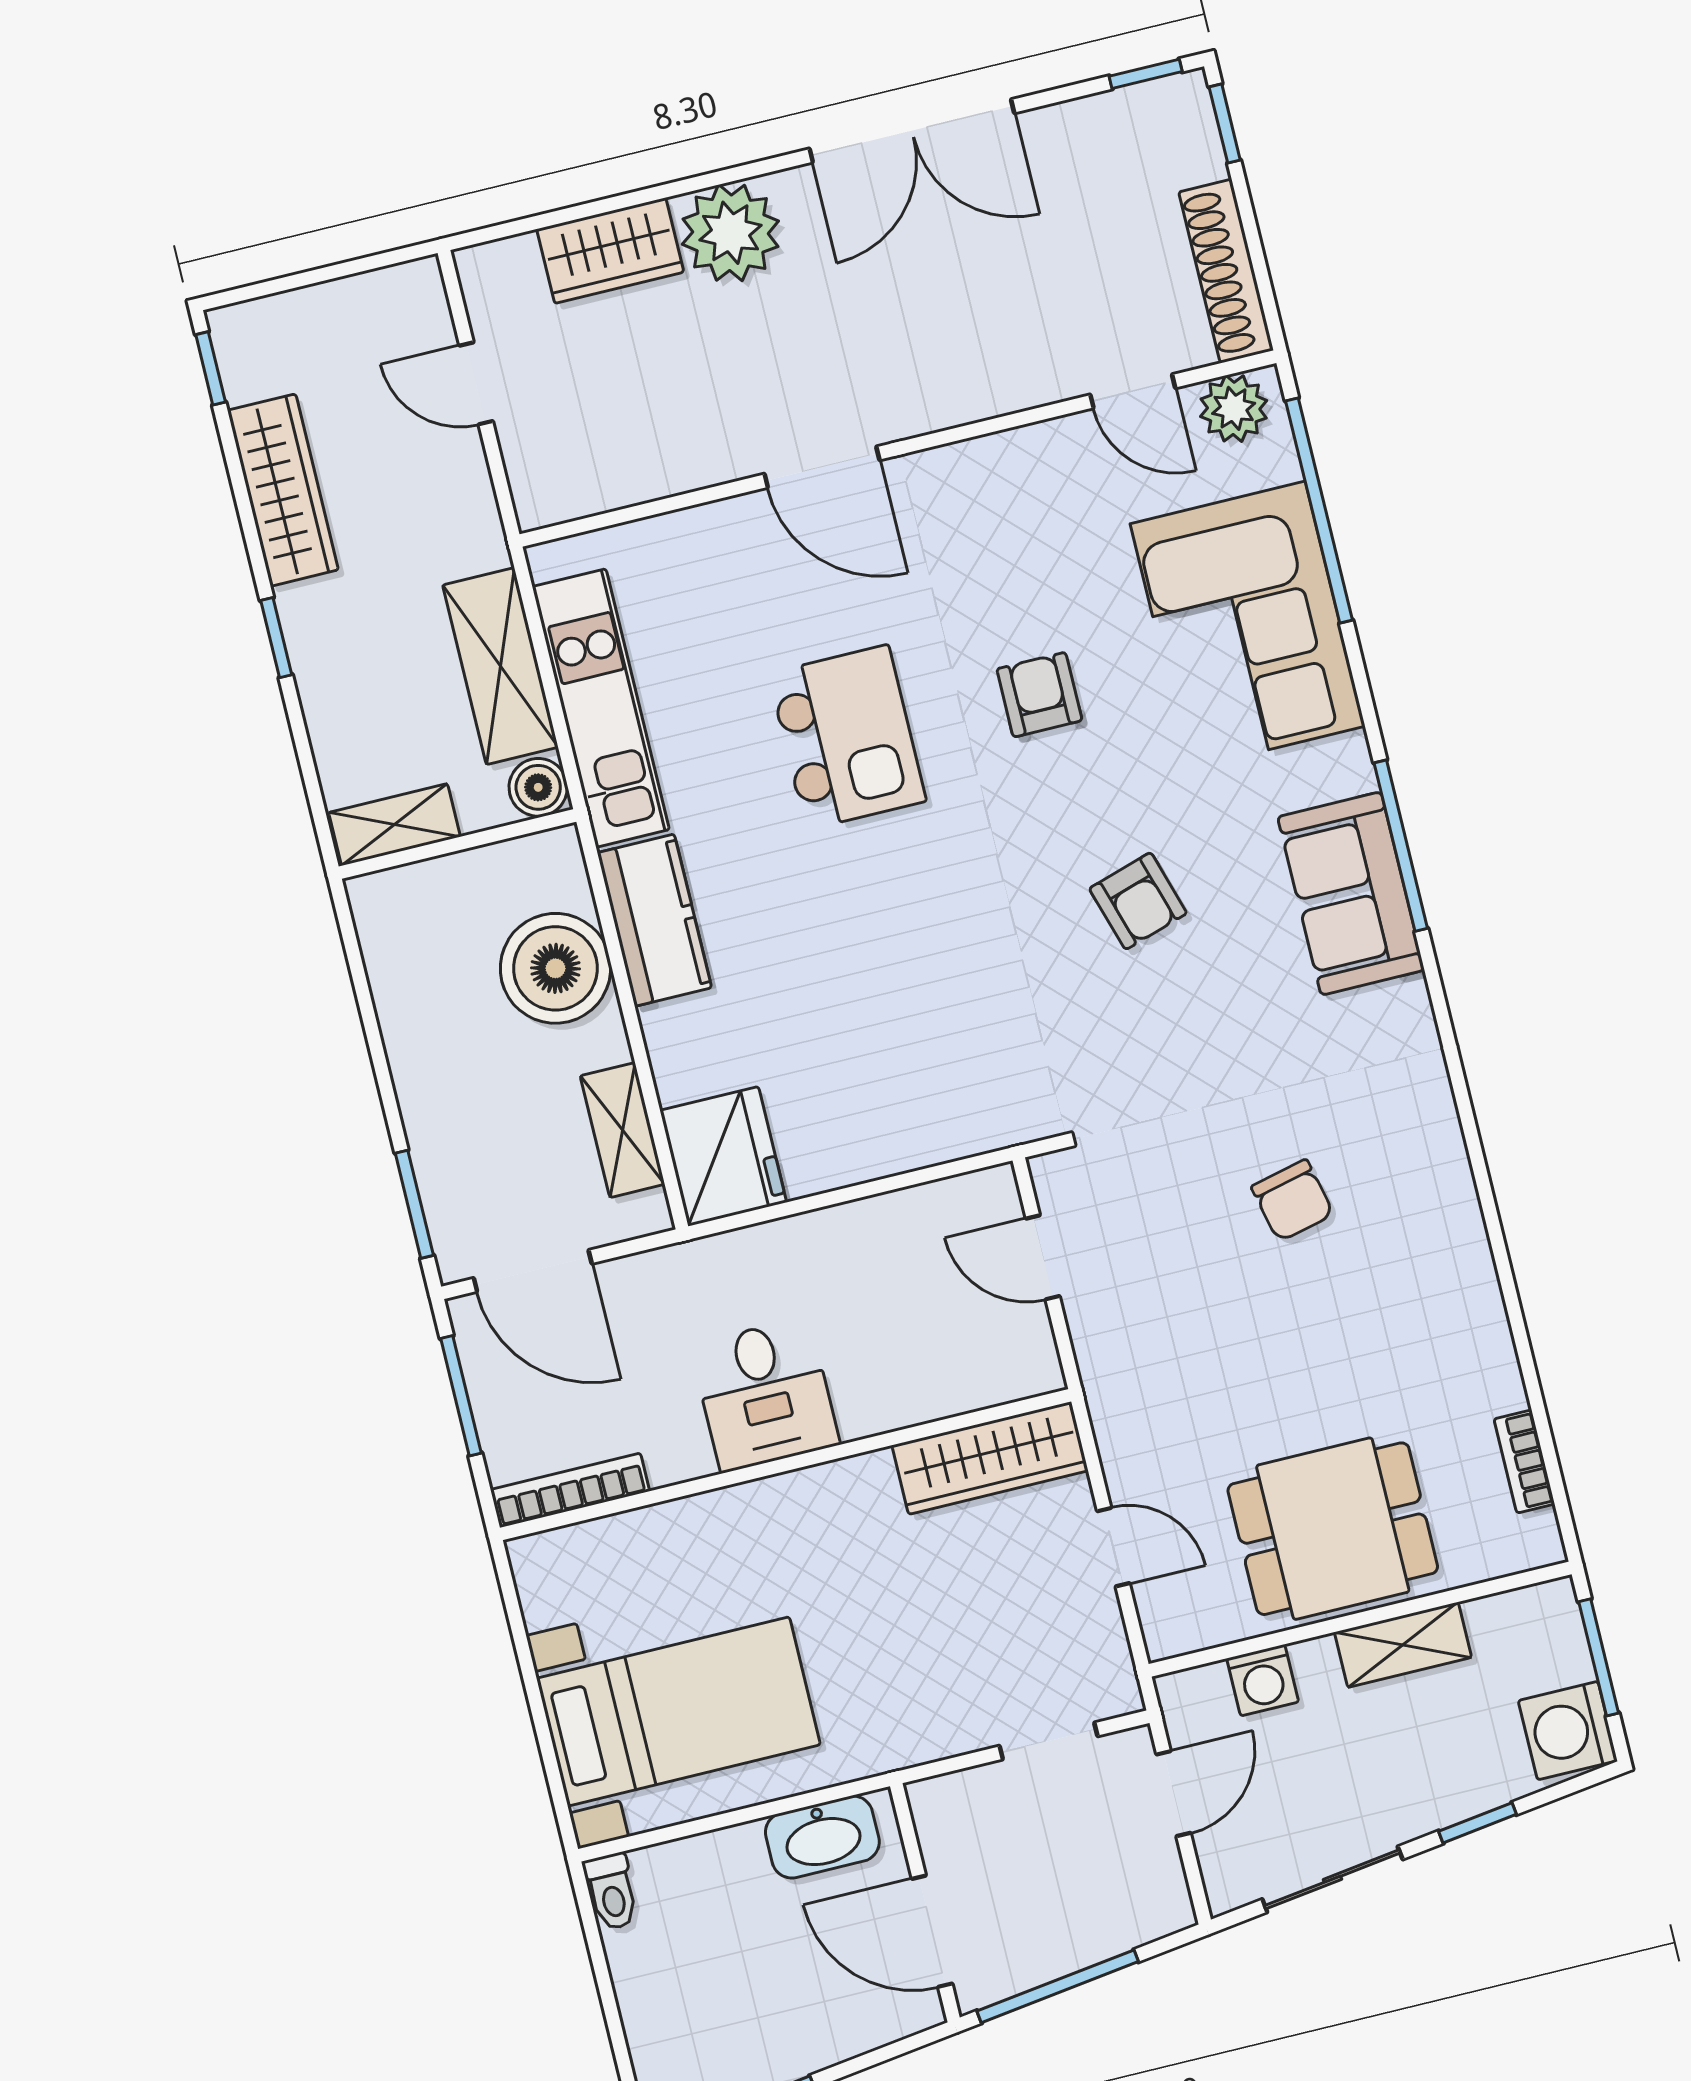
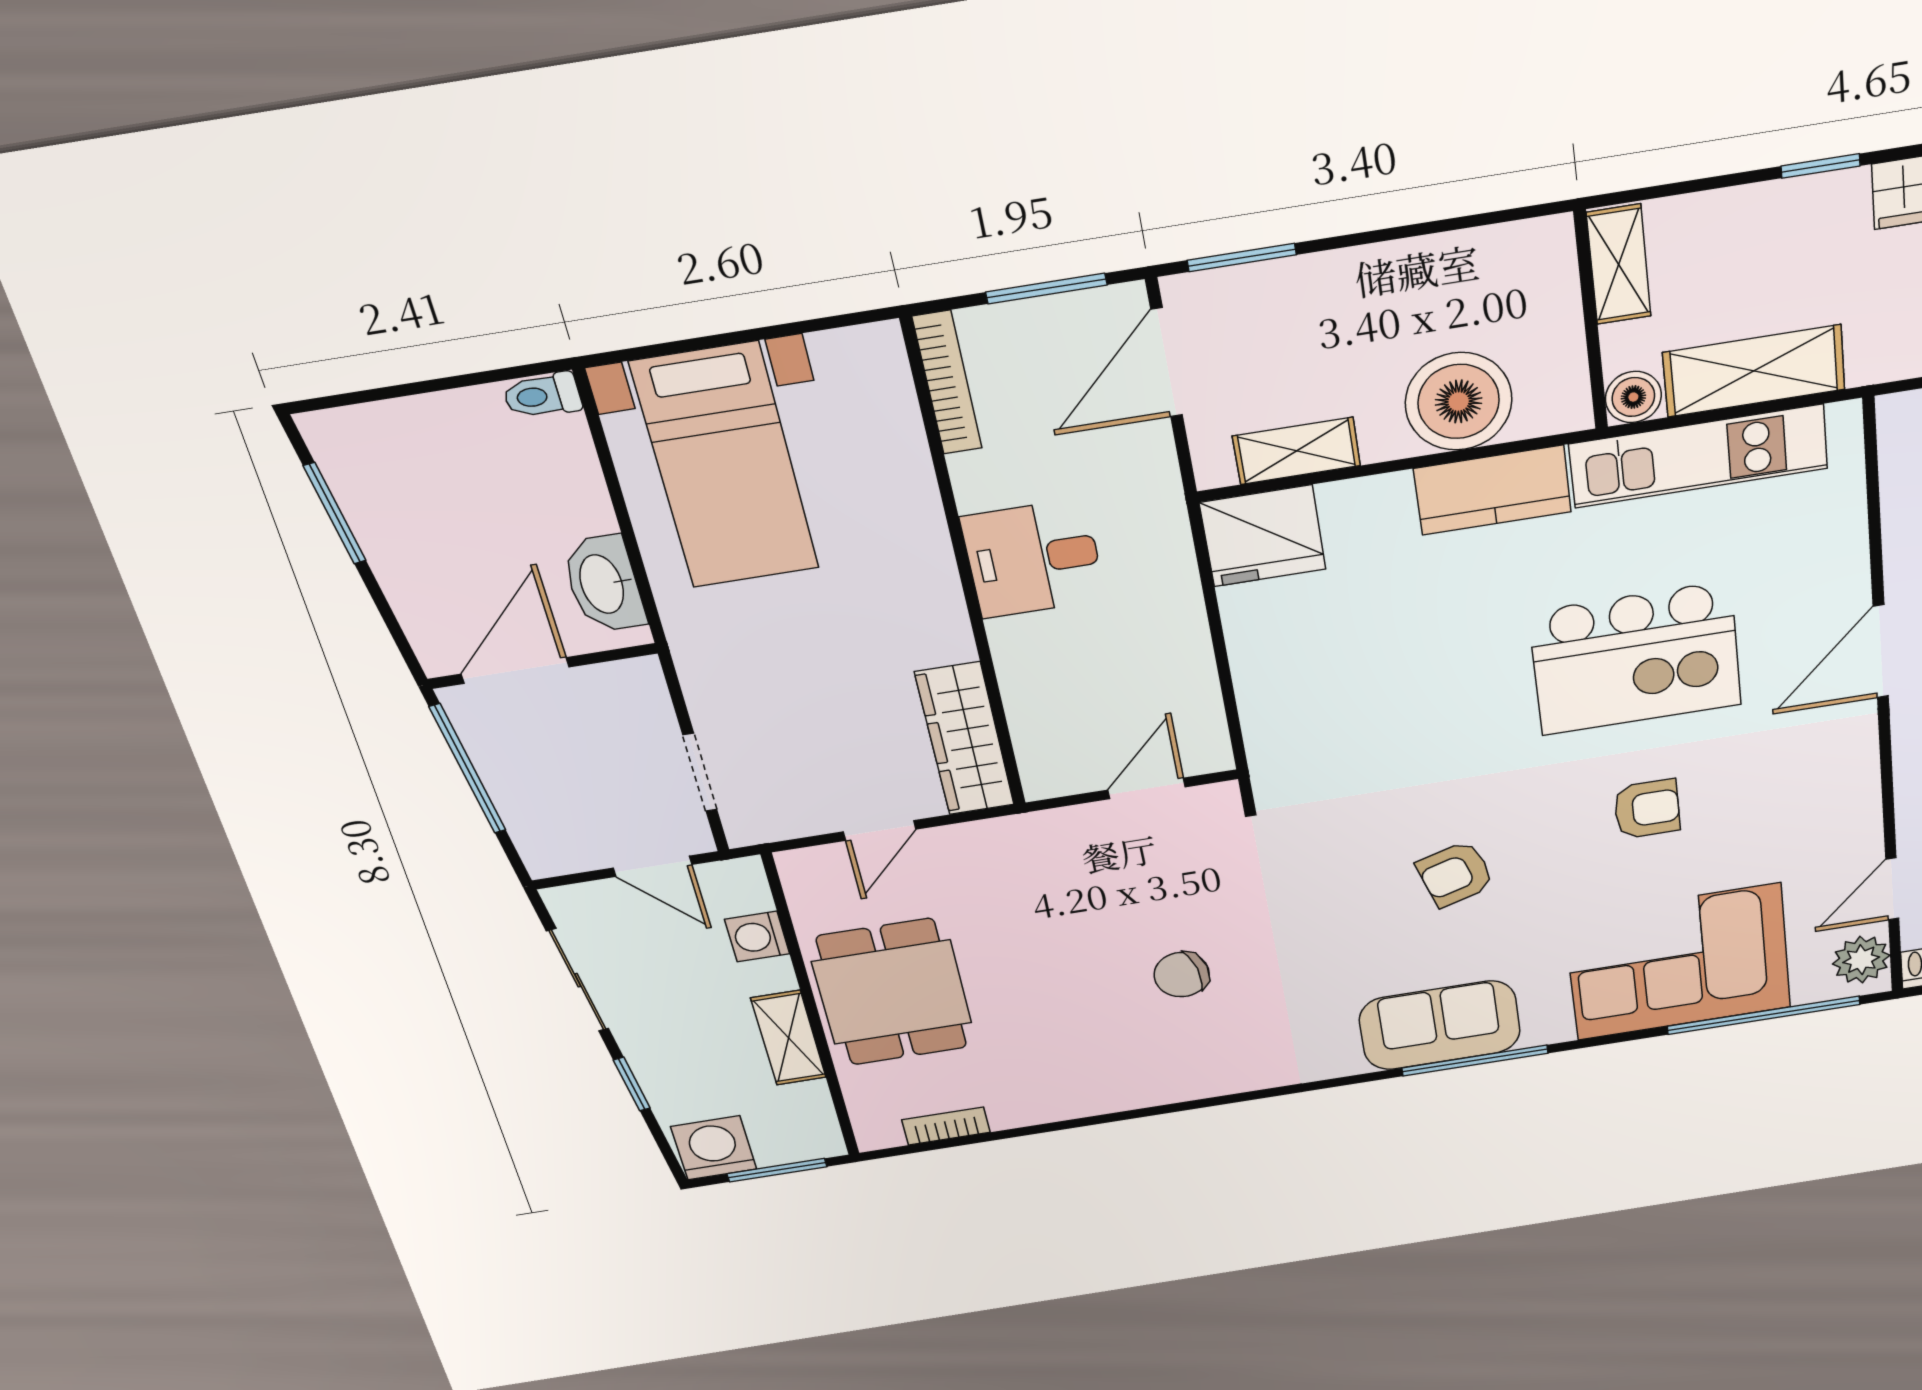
kitchen island: (847, 737) -> (1636, 659), width x1.37, depth x1.28

